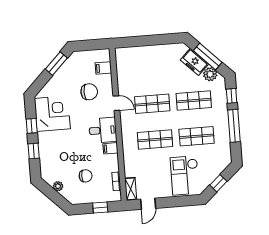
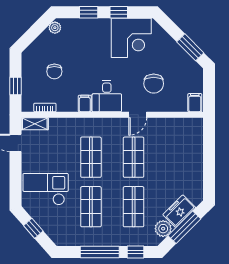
filing cabinet: (103, 68) -> (195, 103), moved
plant: (58, 186) -> (55, 28), moved

